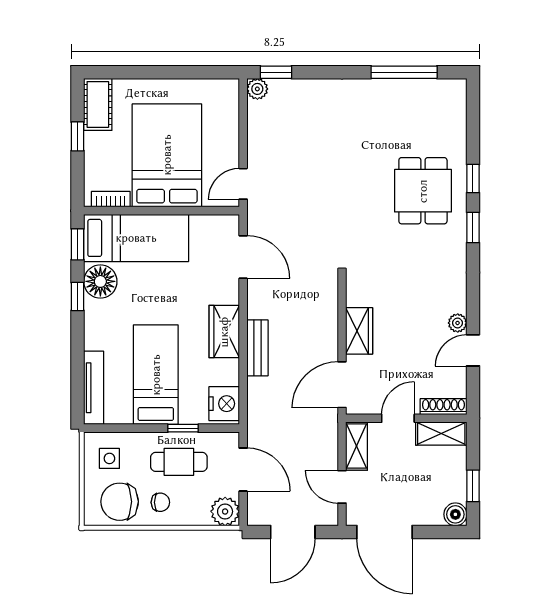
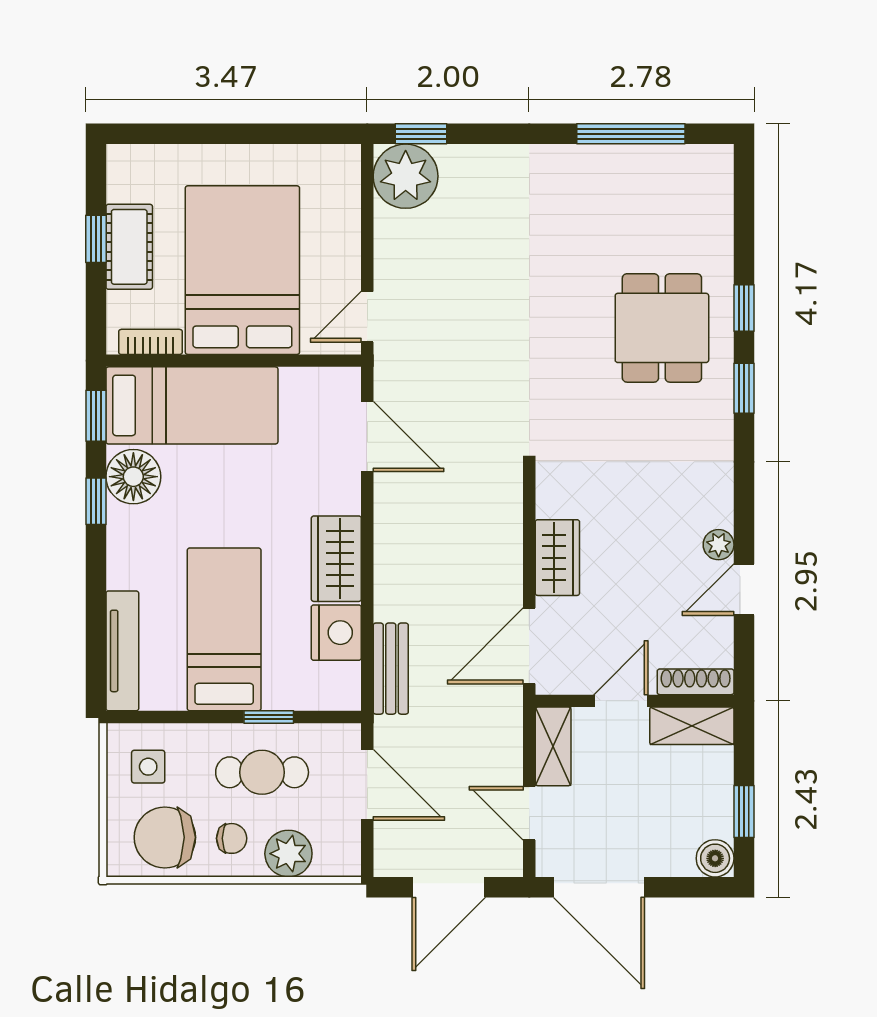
plant: (257, 89) -> (406, 176), width x1.88, depth x1.88
cot: (98, 104) -> (129, 247), moved
bench: (257, 348) -> (391, 669), moved
nightstand: (224, 404) -> (336, 633), moved
plant: (225, 511) -> (288, 854), moved

